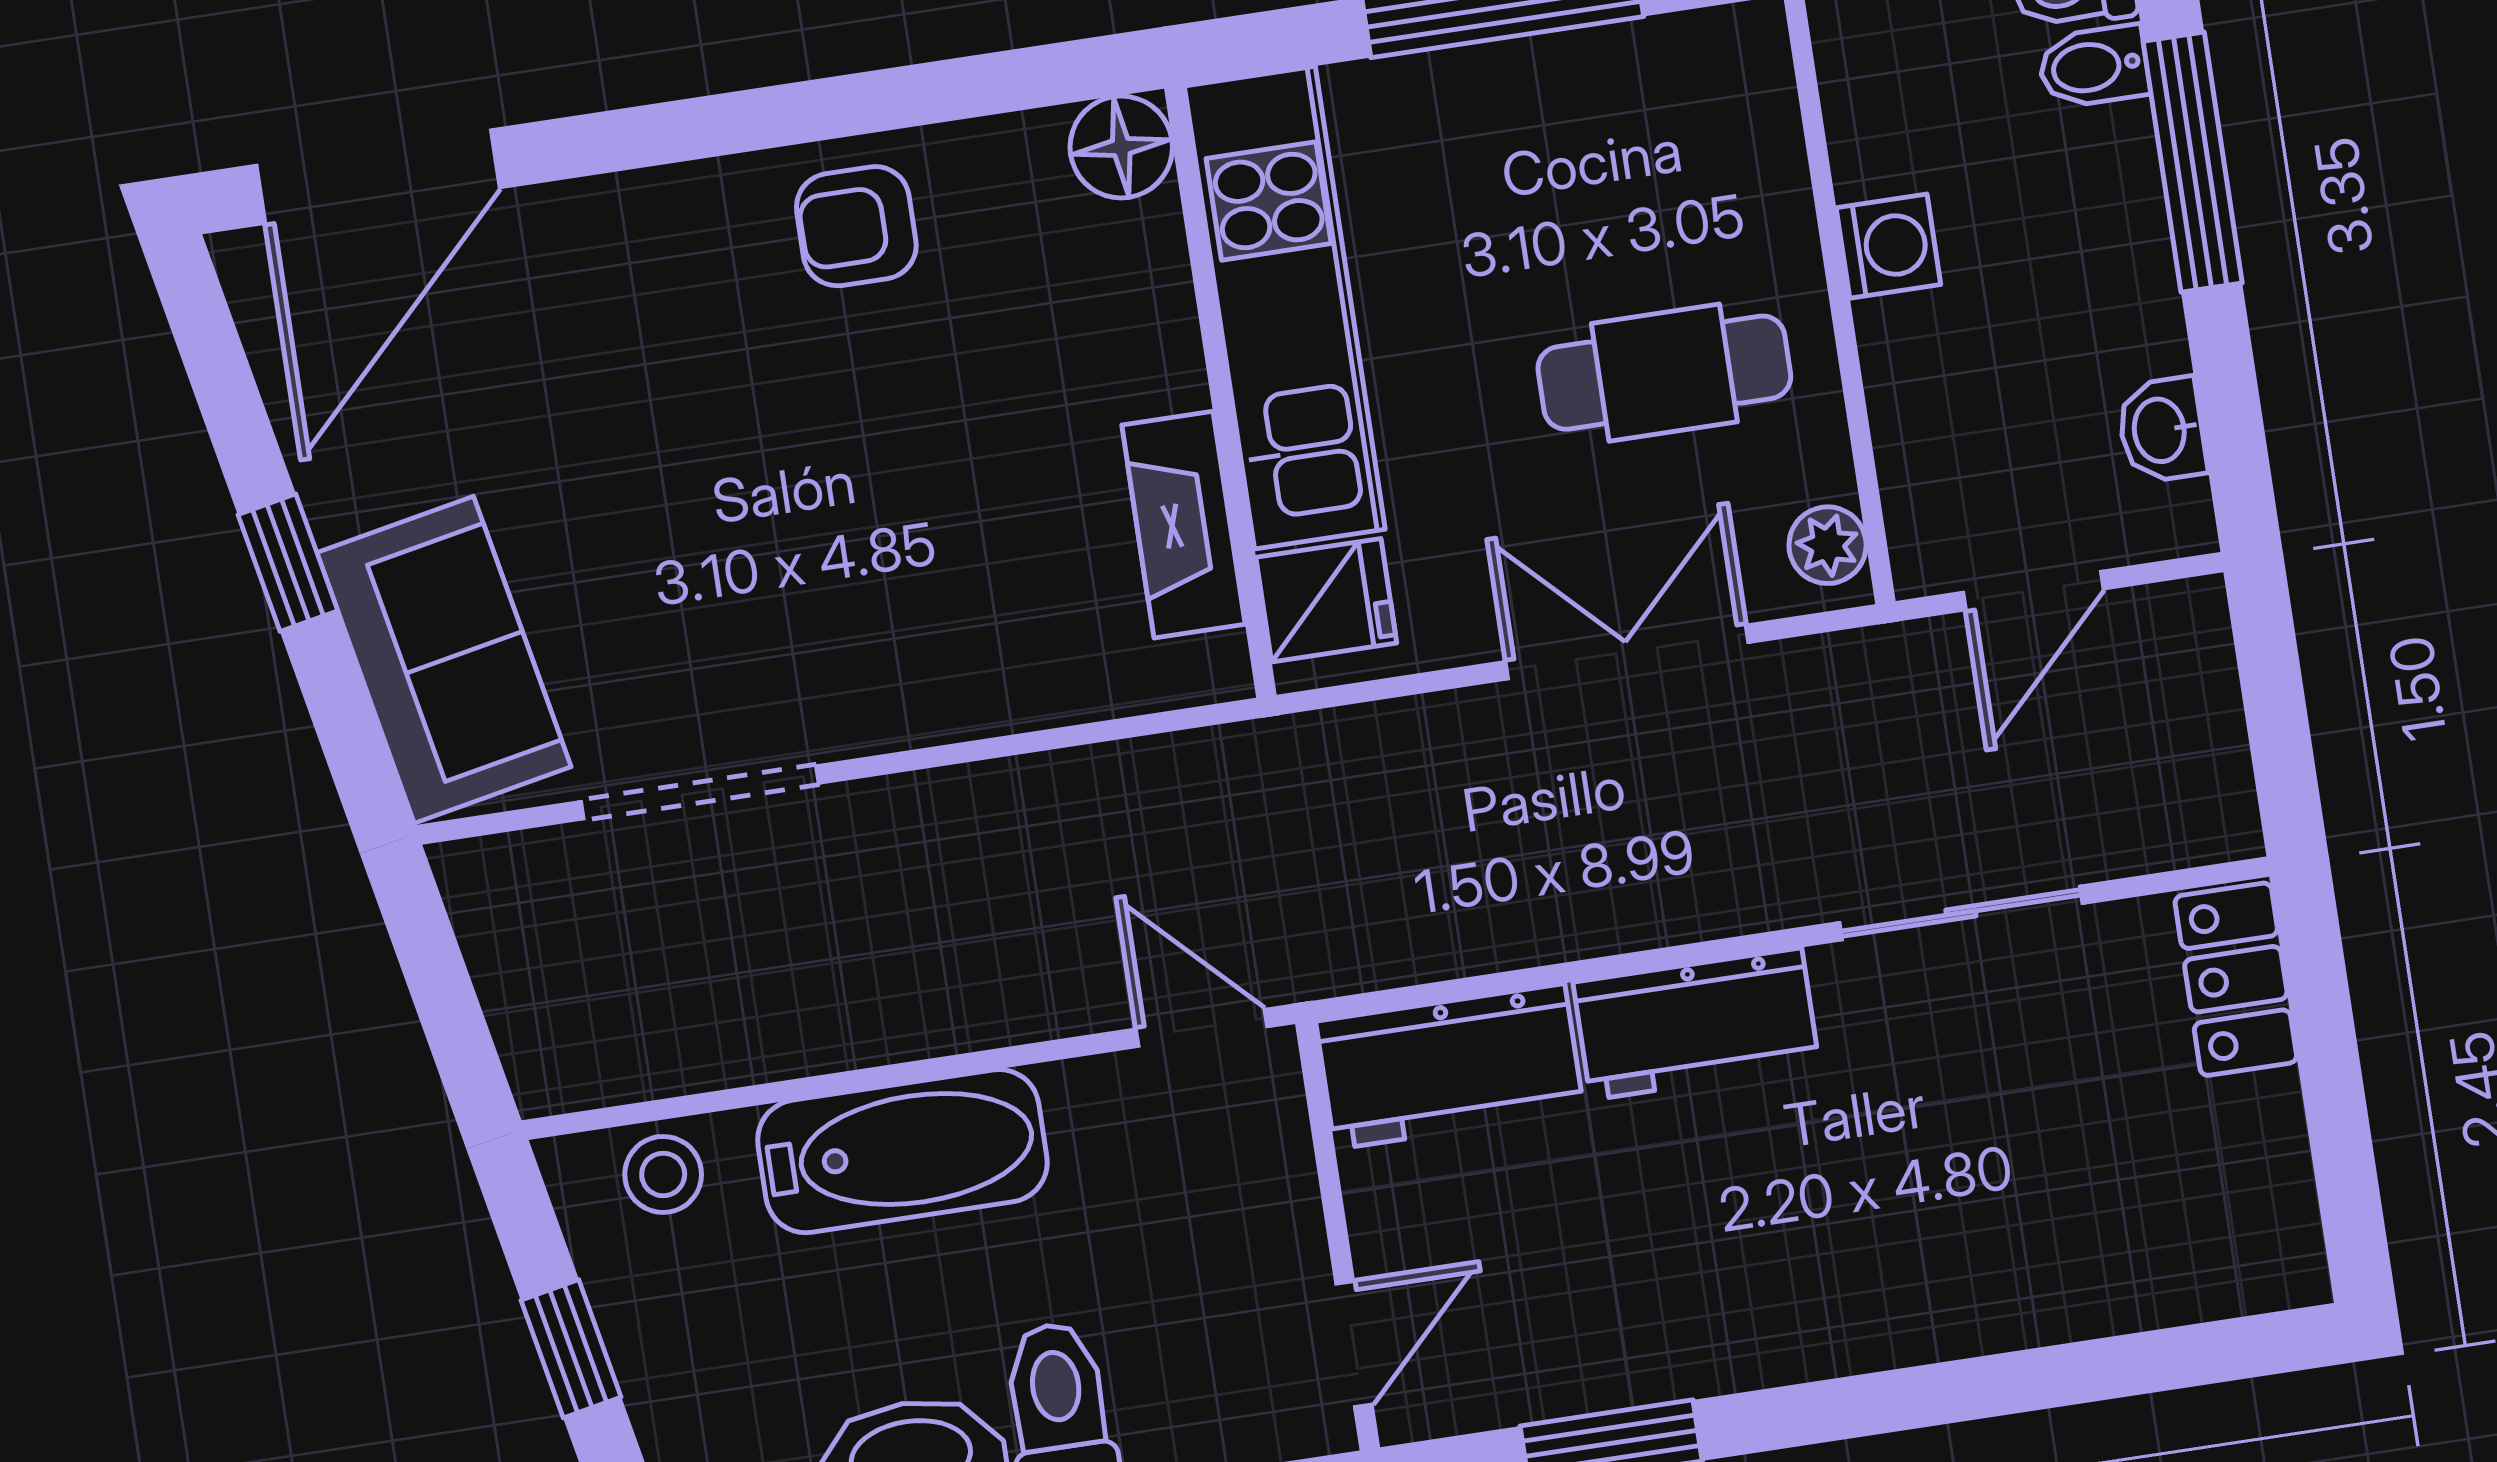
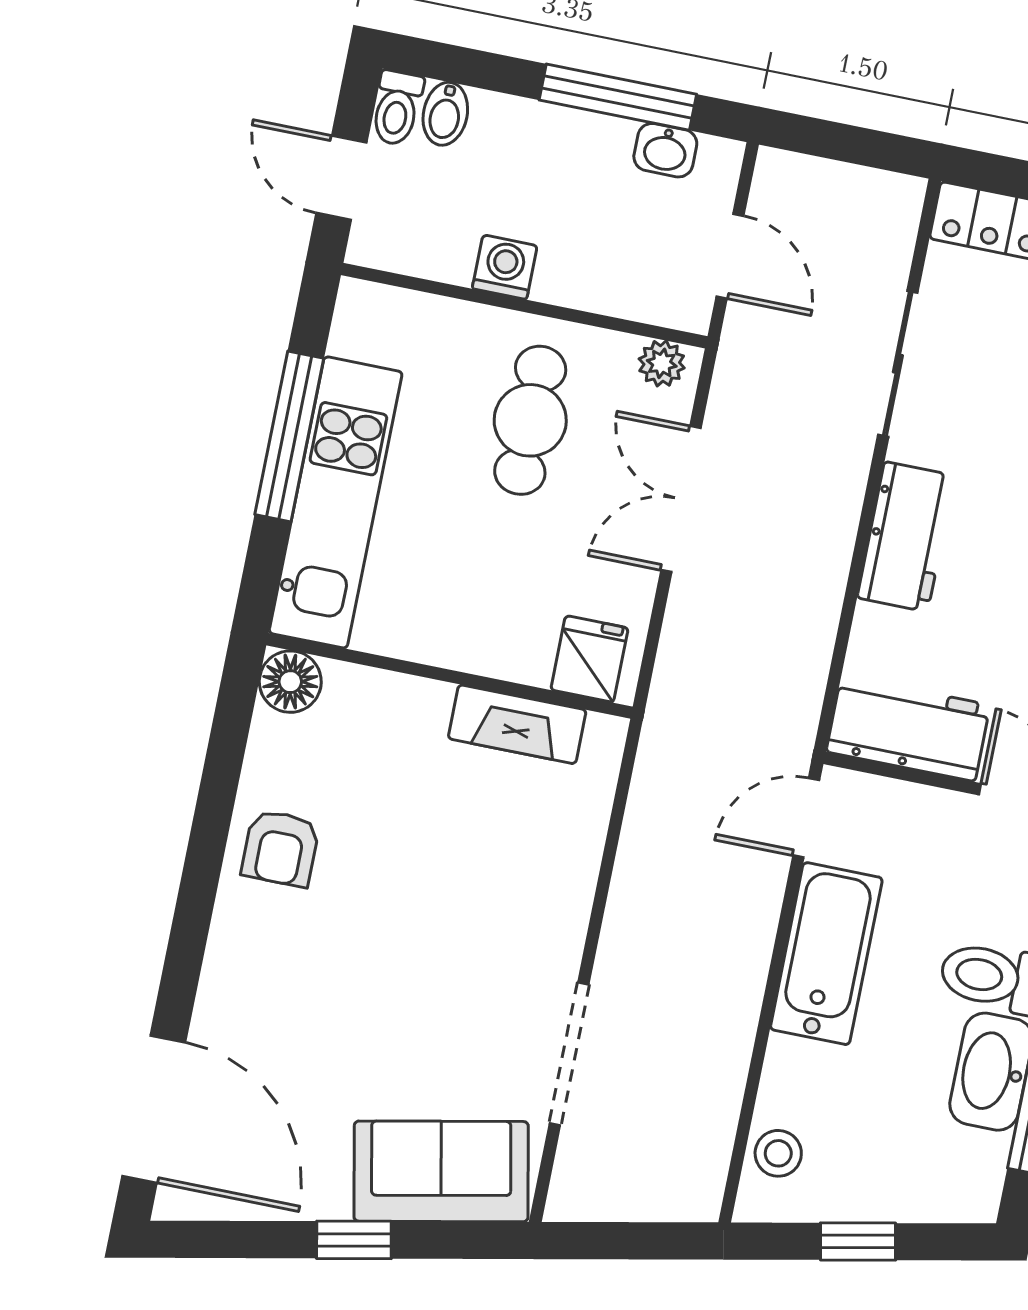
window: (2193, 162) -> (618, 97), moved
kitchen unit: (1285, 308) -> (336, 502), moved, turned 90
workbench: (1450, 1067) -> (908, 728), moved, turned -90
bathtub: (902, 1151) -> (826, 954), moved

